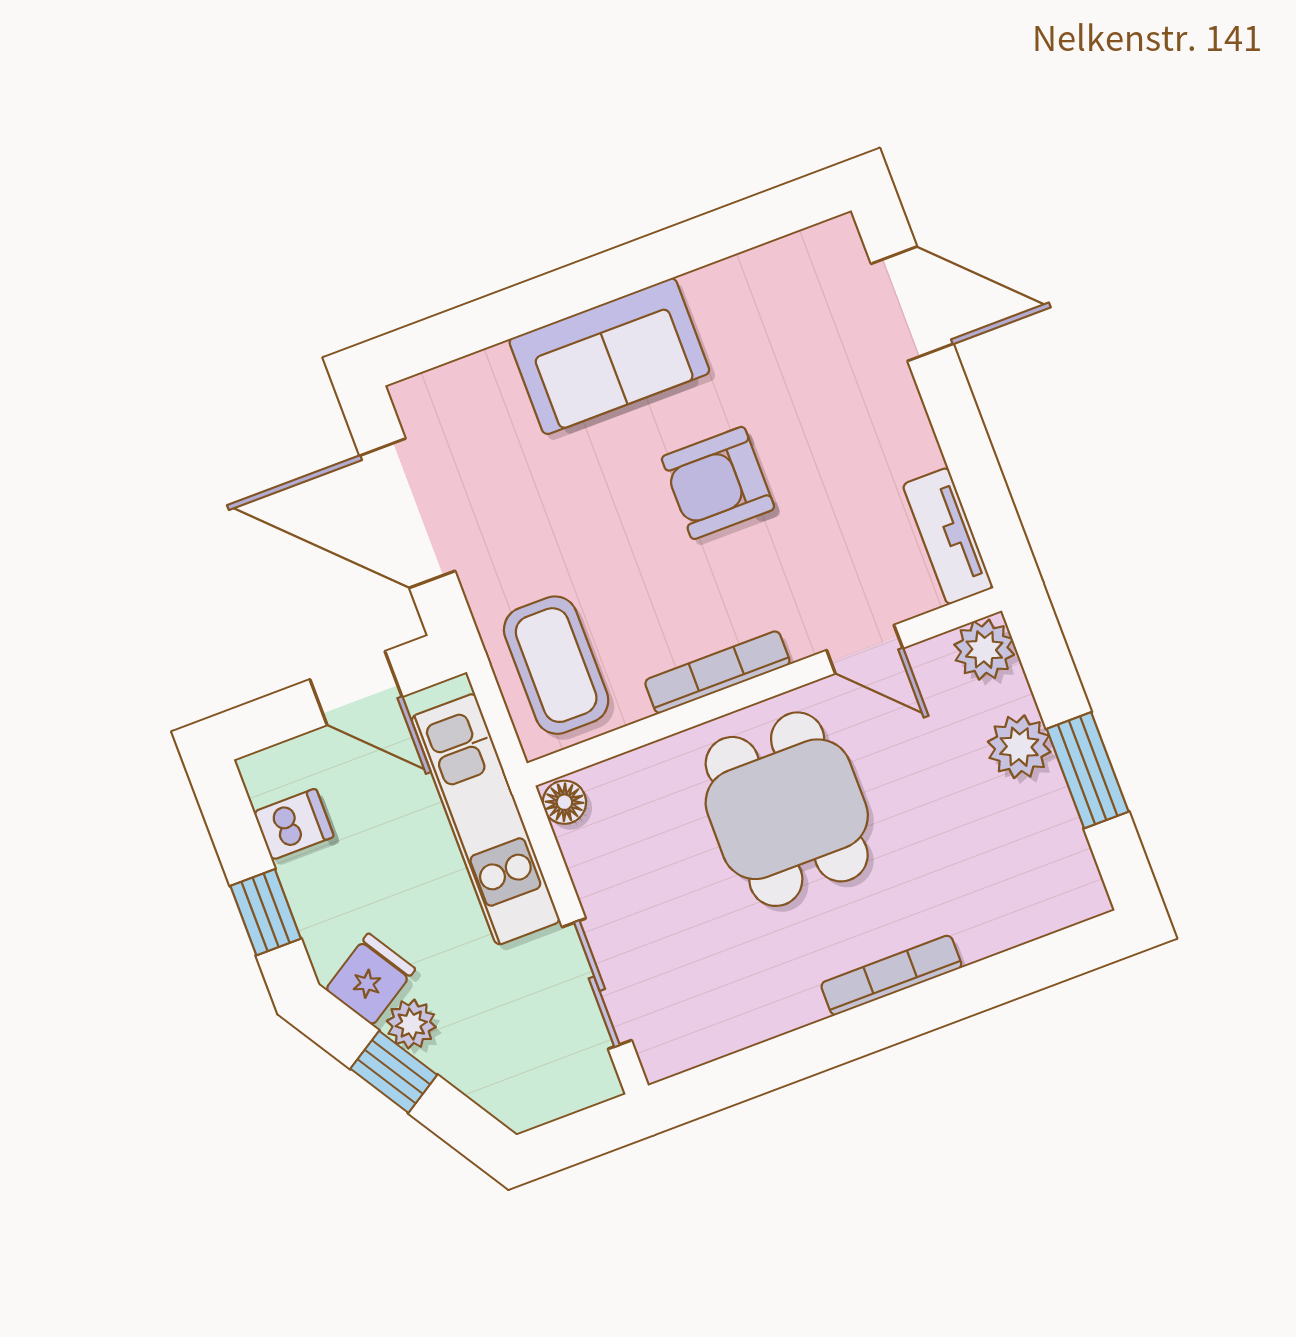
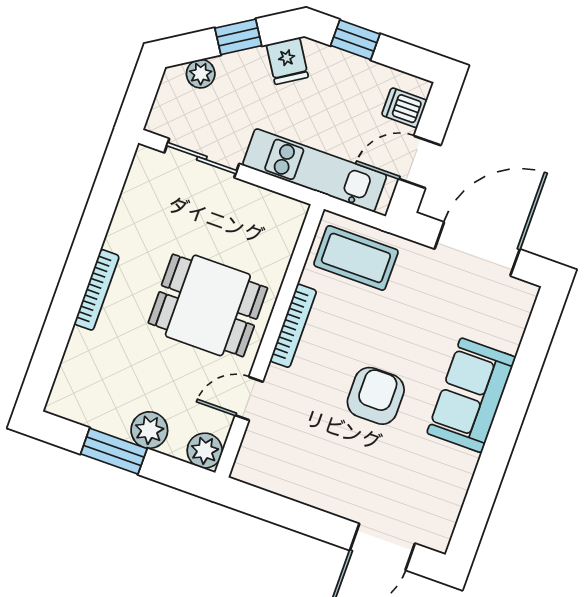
tv unit: (948, 536) -> (268, 477), removed
floor lamp: (564, 802) -> (293, 211), removed
dishwasher: (294, 824) -> (404, 108), moved, turned 90
plant: (411, 1024) -> (201, 74), moved

